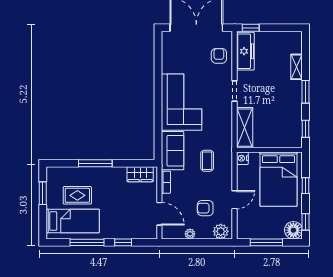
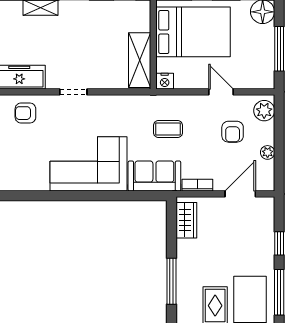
shelving: (245, 128) -> (140, 60), moved, turned 90

